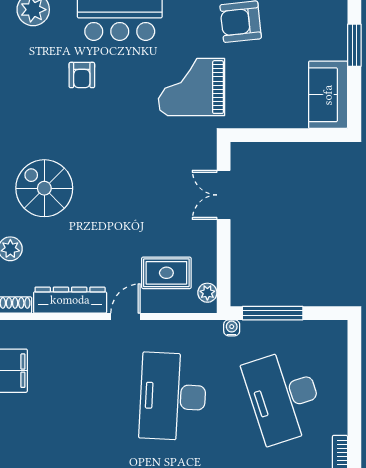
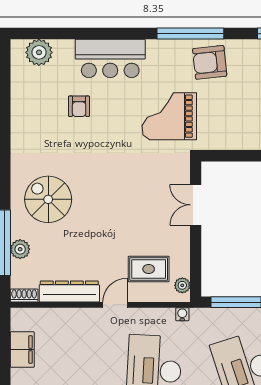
water cooler: (232, 328) -> (182, 314), moved

